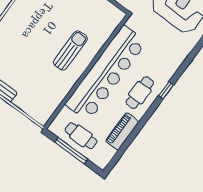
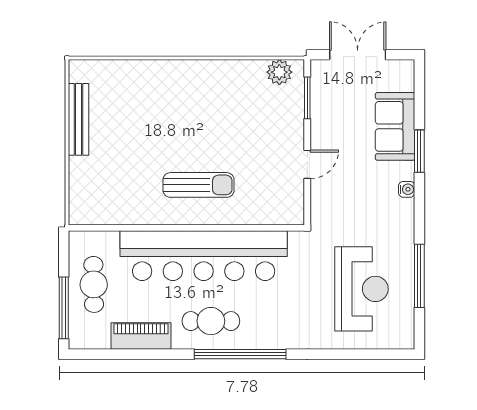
window: (166, 90) -> (240, 354), width x3.17
window: (71, 151) -> (64, 308), moved

